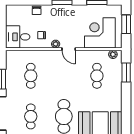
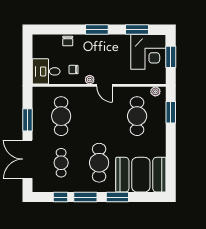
corner desk: (100, 33) -> (148, 52), moved, turned 180
cafe table: (31, 76) -> (61, 116), width x1.37, depth x1.35
cafe table: (97, 76) -> (137, 116), width x1.37, depth x1.35

